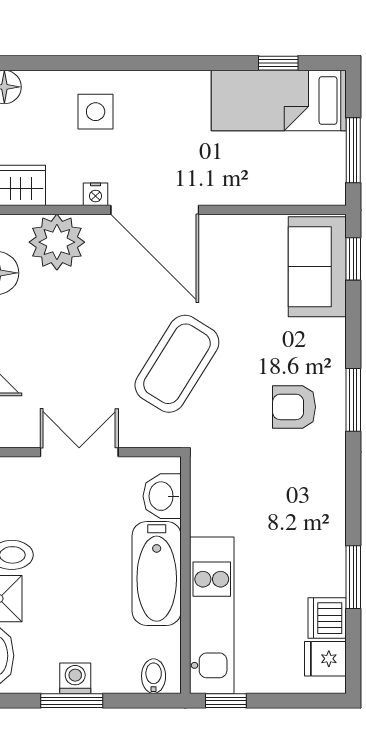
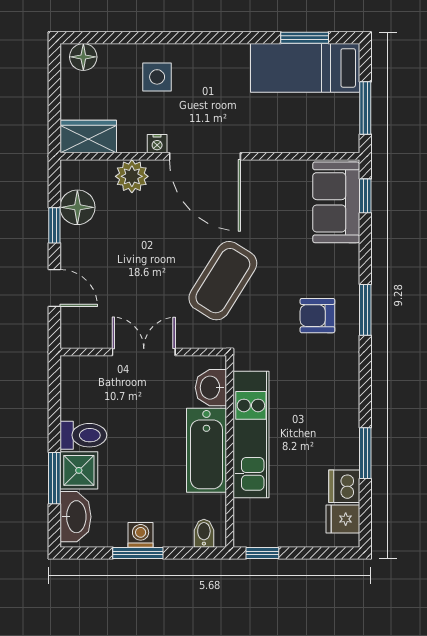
window: (278, 63) -> (305, 38), width x1.50
plant: (57, 242) -> (132, 176), width x0.73, depth x0.73
kitchen unit: (212, 615) -> (251, 435), moved

